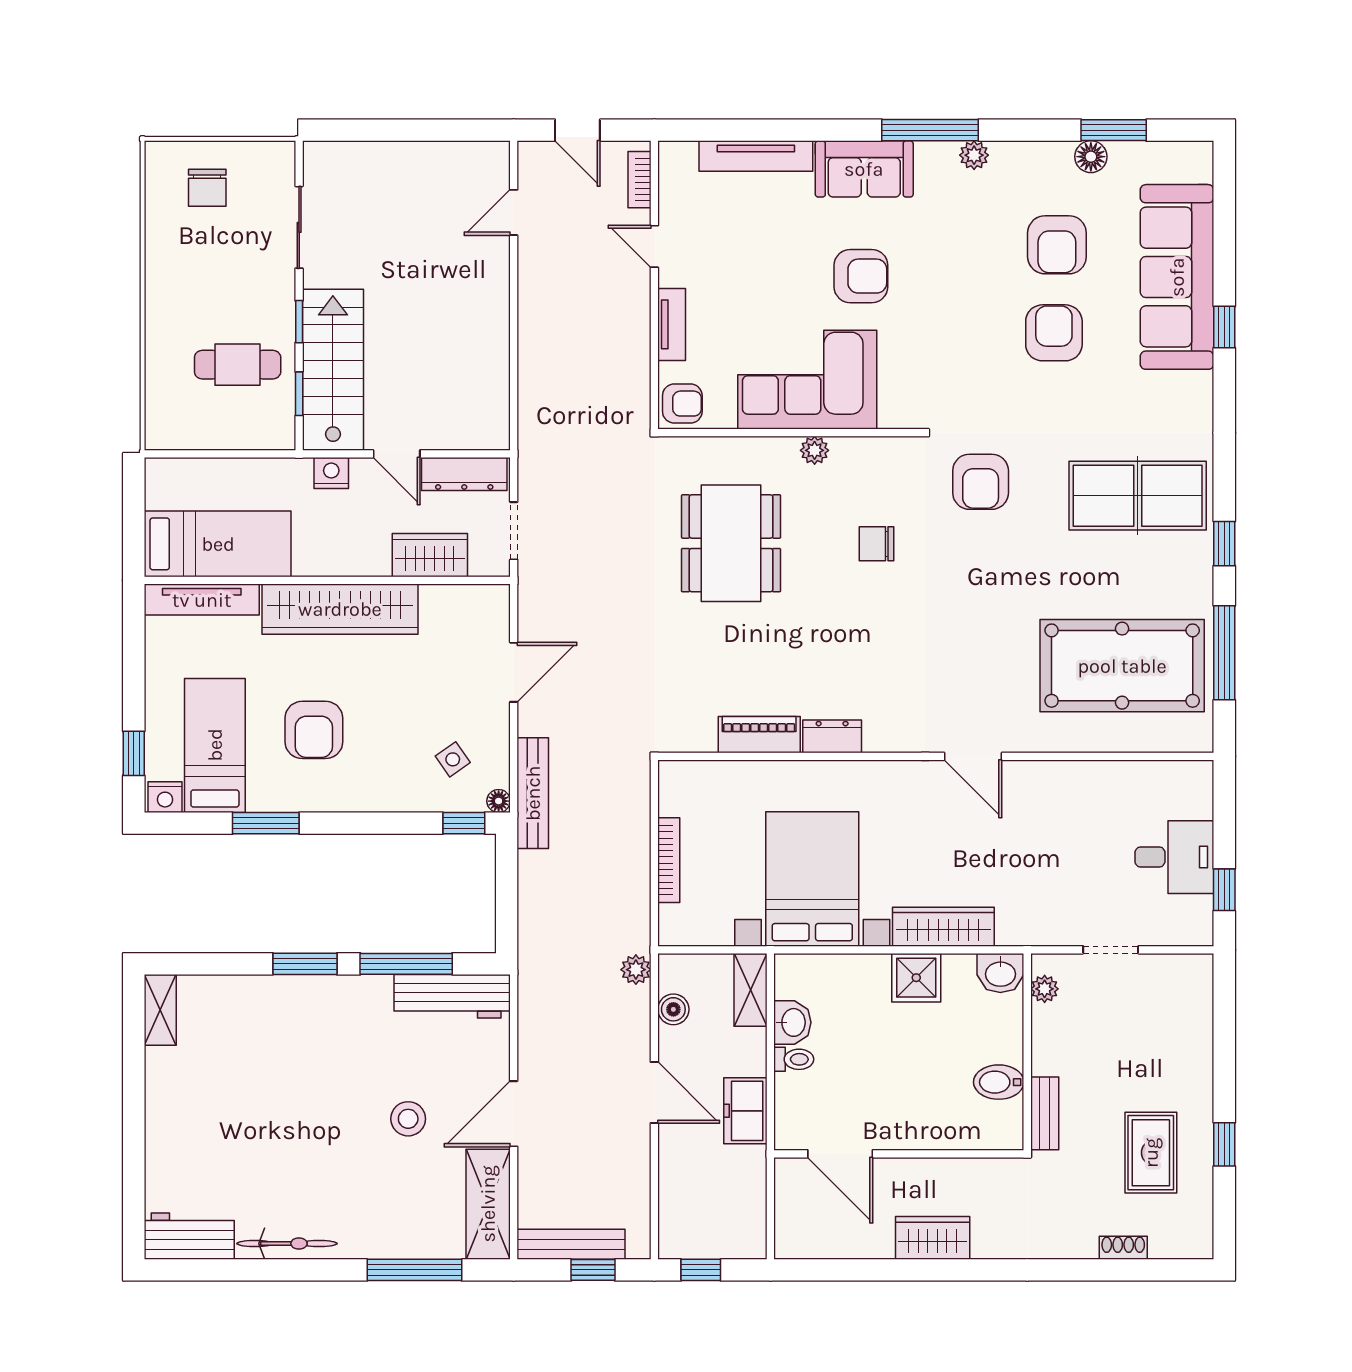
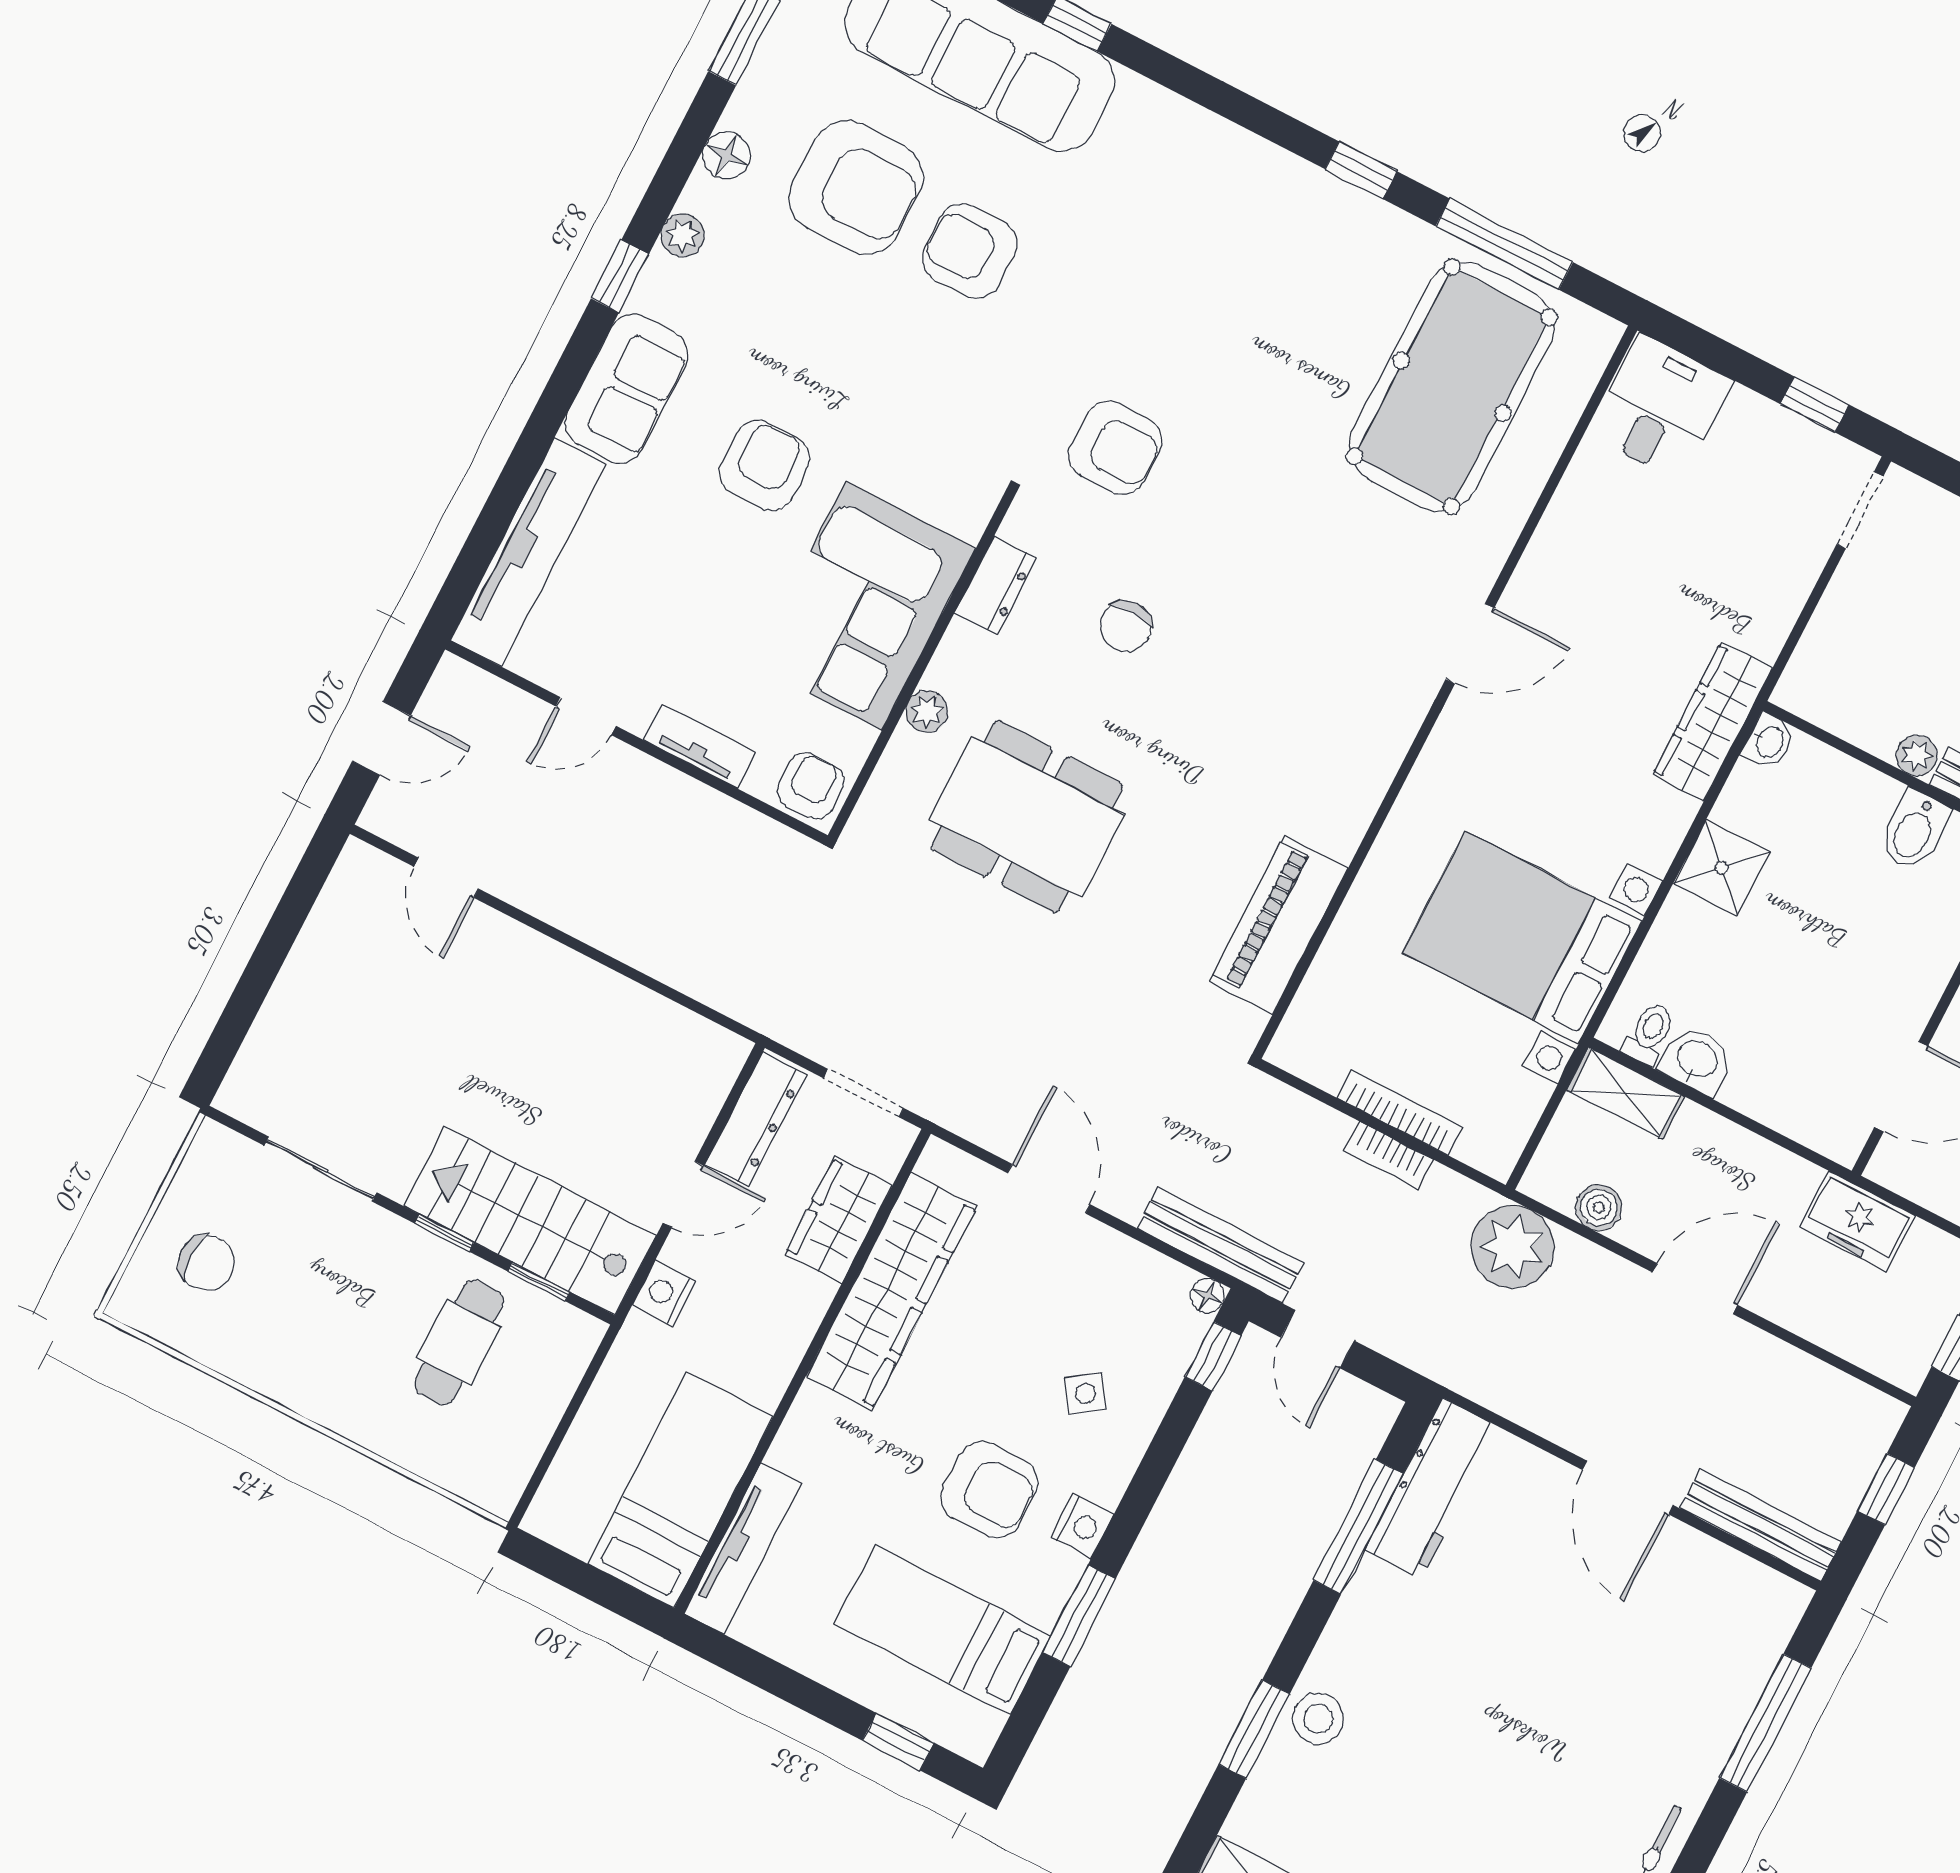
window: (930, 130) -> (620, 276), width x0.46
tv unit: (756, 156) -> (528, 552), width x1.36, depth x1.29
floor lamp: (1091, 157) -> (727, 155), moved
bookcase: (640, 180) -> (1389, 1155), moved
armchair: (1057, 245) -> (856, 187), width x1.36, depth x1.36
plant: (815, 450) -> (927, 711), moved
table tennis table: (1138, 496) -> (1240, 251), removed
wardrobe: (340, 609) -> (891, 1291), moved
piano: (759, 735) -> (1279, 925), width x1.37, depth x1.33
dresser: (832, 736) -> (996, 585), moved, turned 180
side table: (453, 759) -> (1085, 1394), moved
nightstand: (165, 797) -> (1082, 1526), moved
desk: (1174, 857) -> (1660, 408), moved
door: (507, 881) -> (1318, 1339), added
wardrobe: (943, 927) -> (1712, 722), moved
doorway: (1111, 950) -> (1860, 510), moved
window: (305, 964) -> (1254, 1729), moved
plant: (636, 970) -> (1512, 1247), width x1.88, depth x1.88
washbasin: (1000, 973) -> (1769, 742), width x0.72, depth x0.69
plant: (1045, 989) -> (1917, 755), moved
toilet: (794, 1059) -> (1649, 1034), moved
freezer: (745, 1111) -> (1857, 1221), moved
stool: (408, 1119) -> (1318, 1719), moved
shelving: (488, 1204) -> (1729, 1582), removed
bench: (571, 1244) -> (1761, 1525), moved, turned 90

